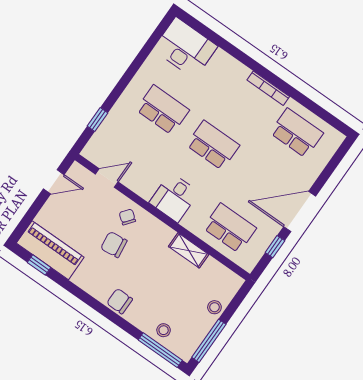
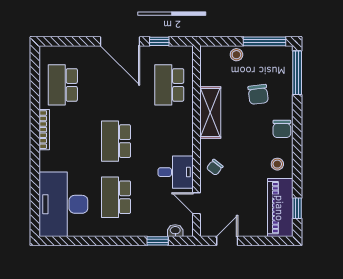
desk: (185, 48) -> (63, 204), width x1.36, depth x1.30
washbasin: (96, 142) -> (175, 231), added
door: (54, 182) -> (227, 241), hinge flipped
desk: (174, 197) -> (176, 172), moved
chair: (114, 245) -> (258, 94), moved
shelving: (189, 250) -> (210, 113), width x1.50, depth x1.33
stool: (164, 330) -> (277, 164), moved

